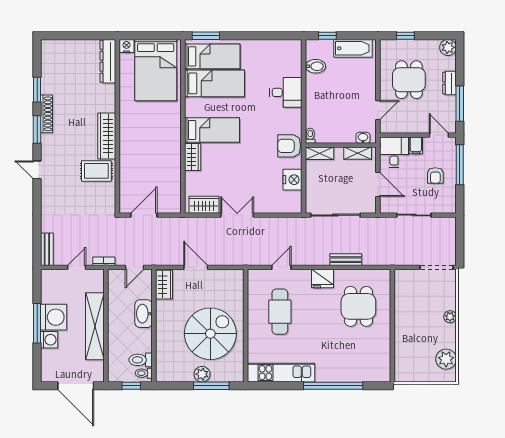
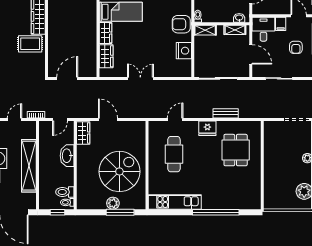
wardrobe: (204, 205) -> (106, 56), moved, turned 90

